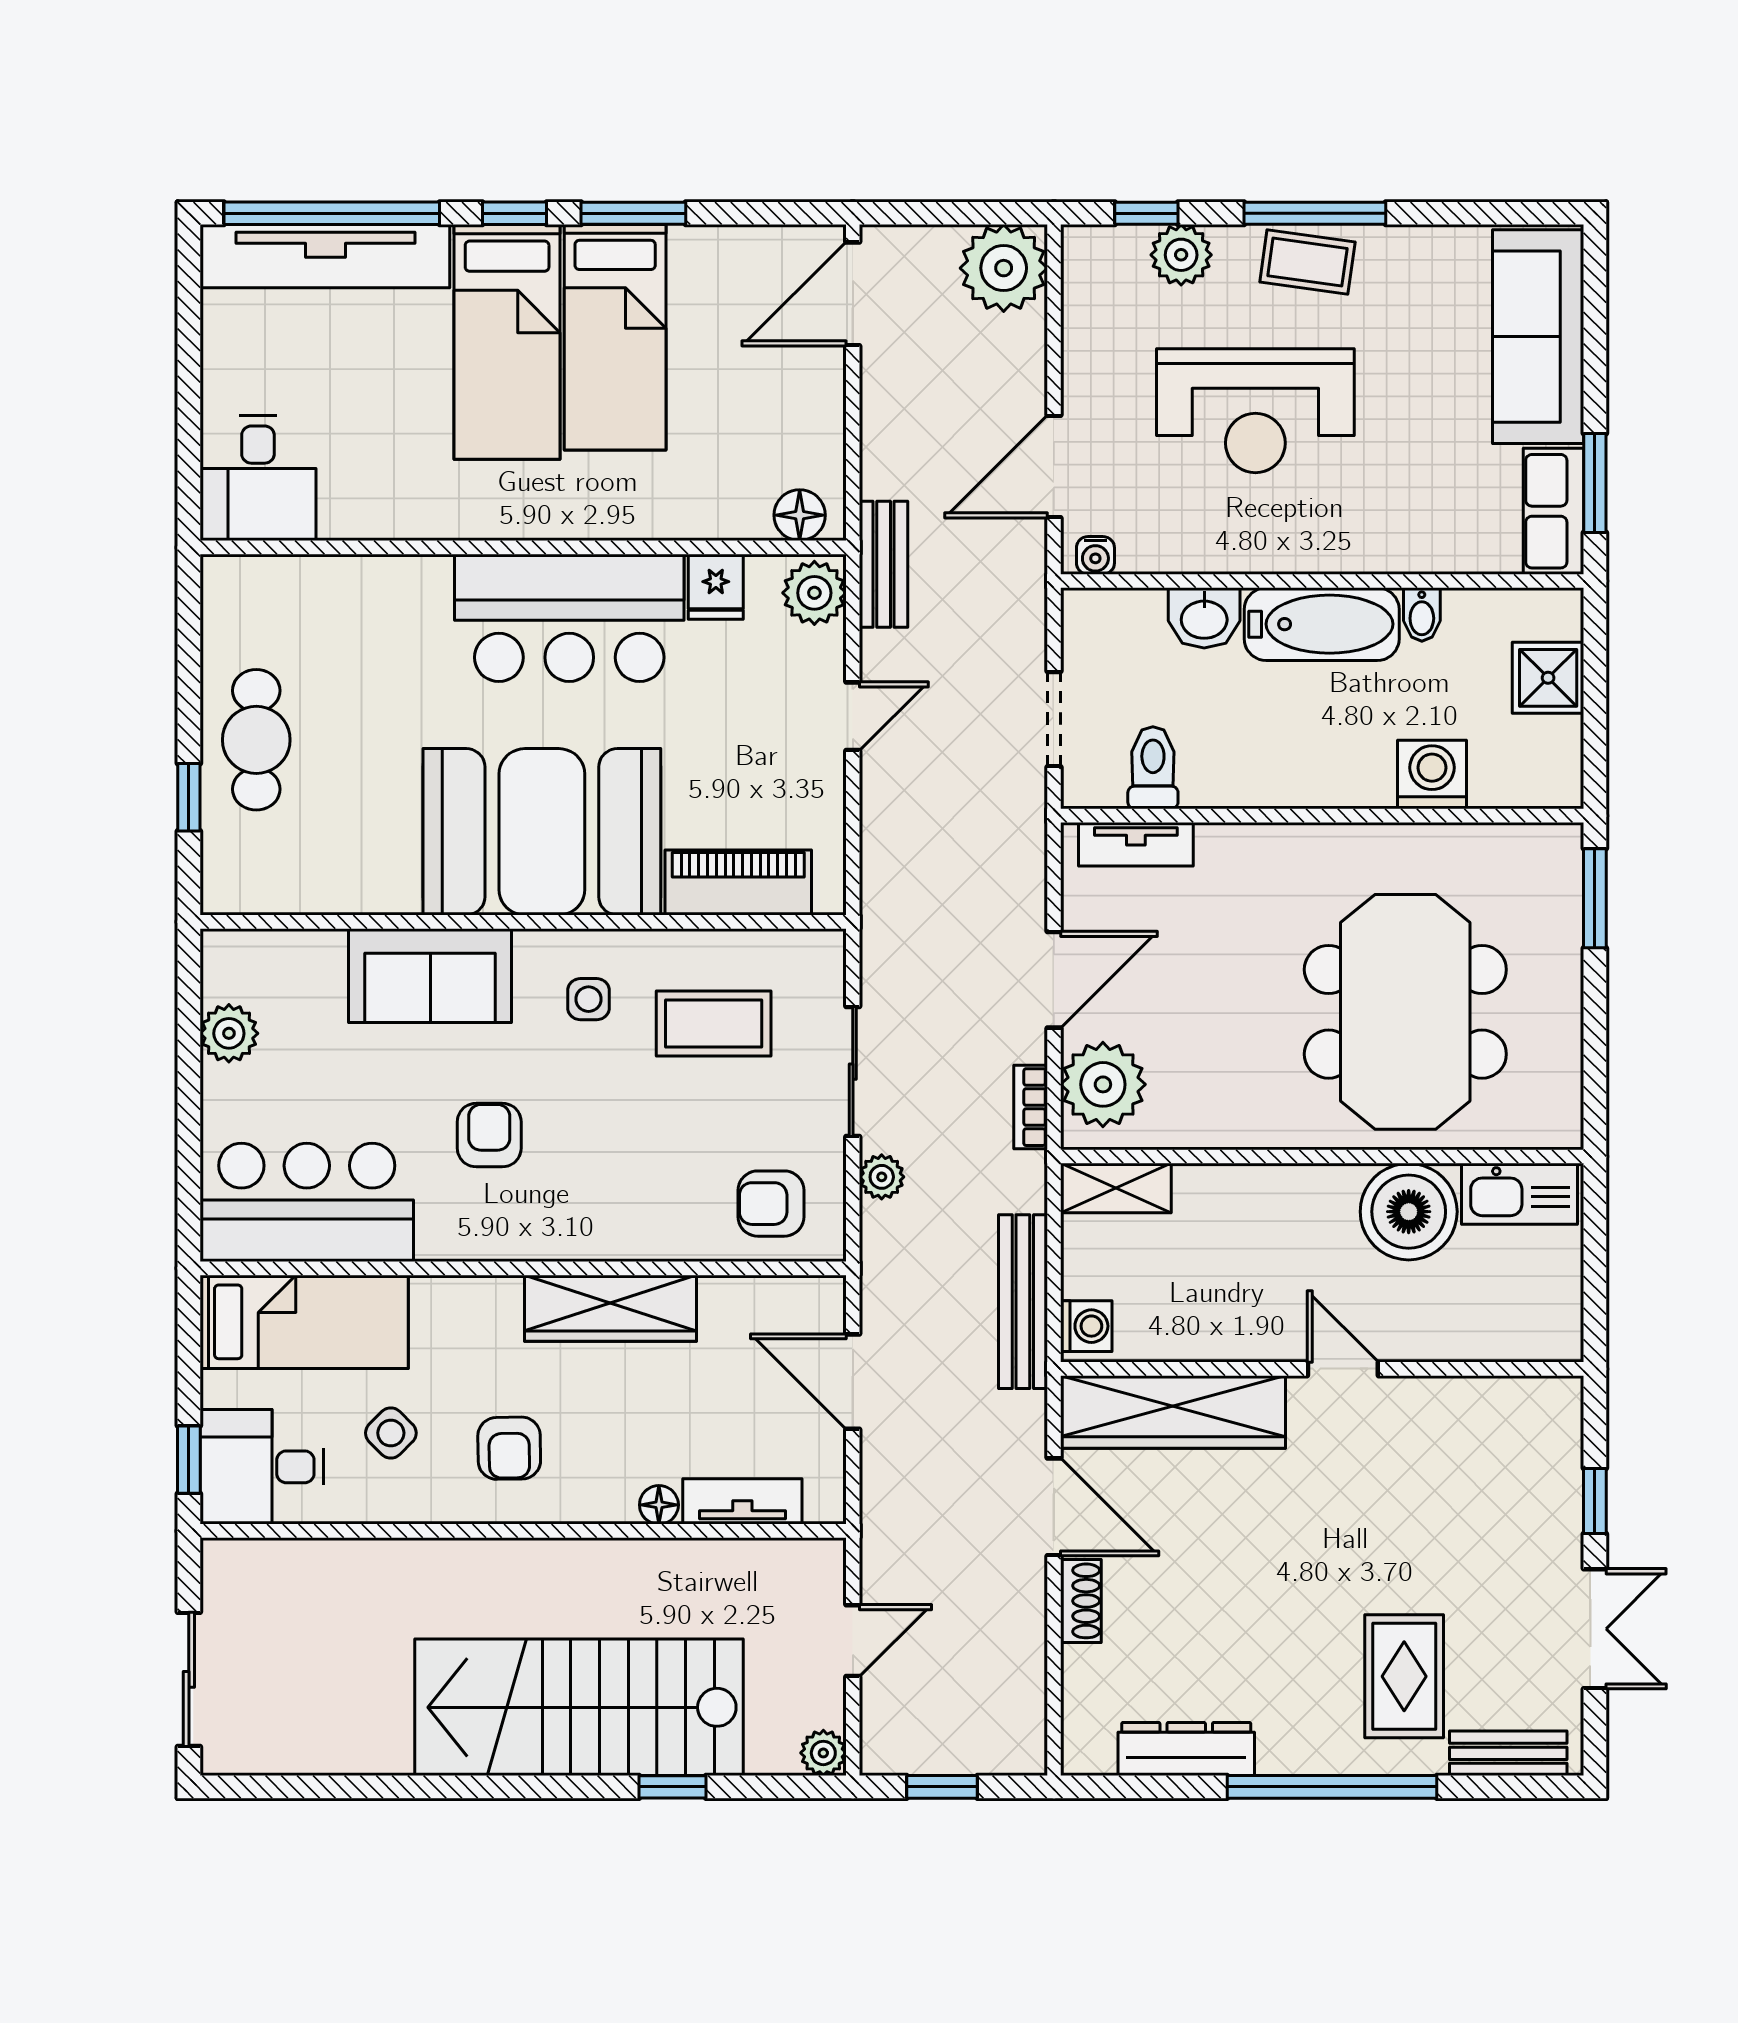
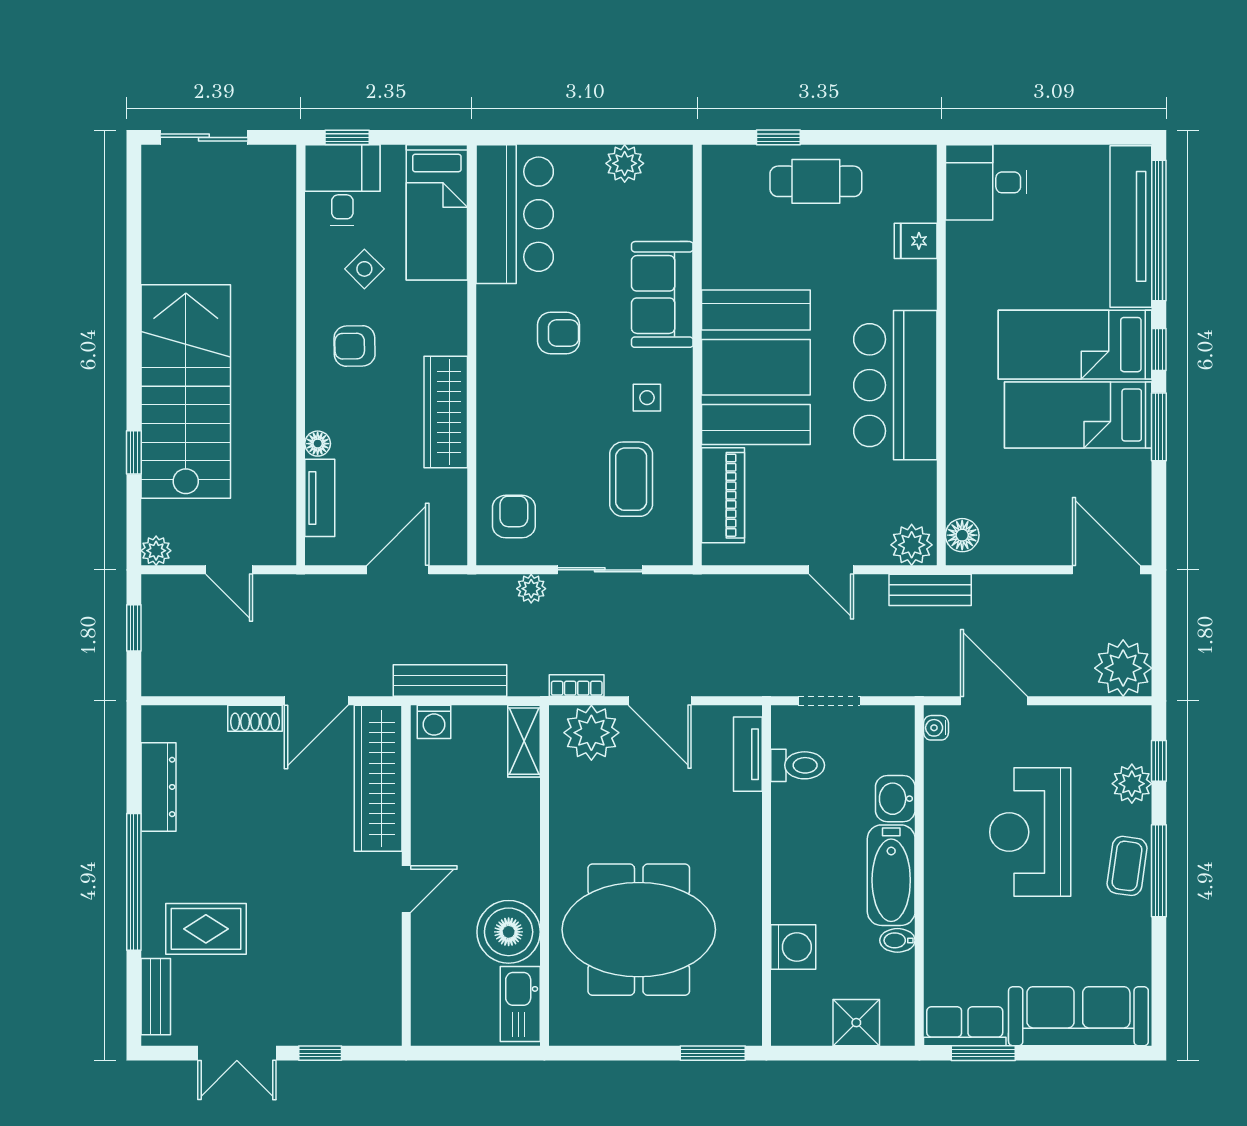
fridge: (716, 587) -> (916, 241), moved

